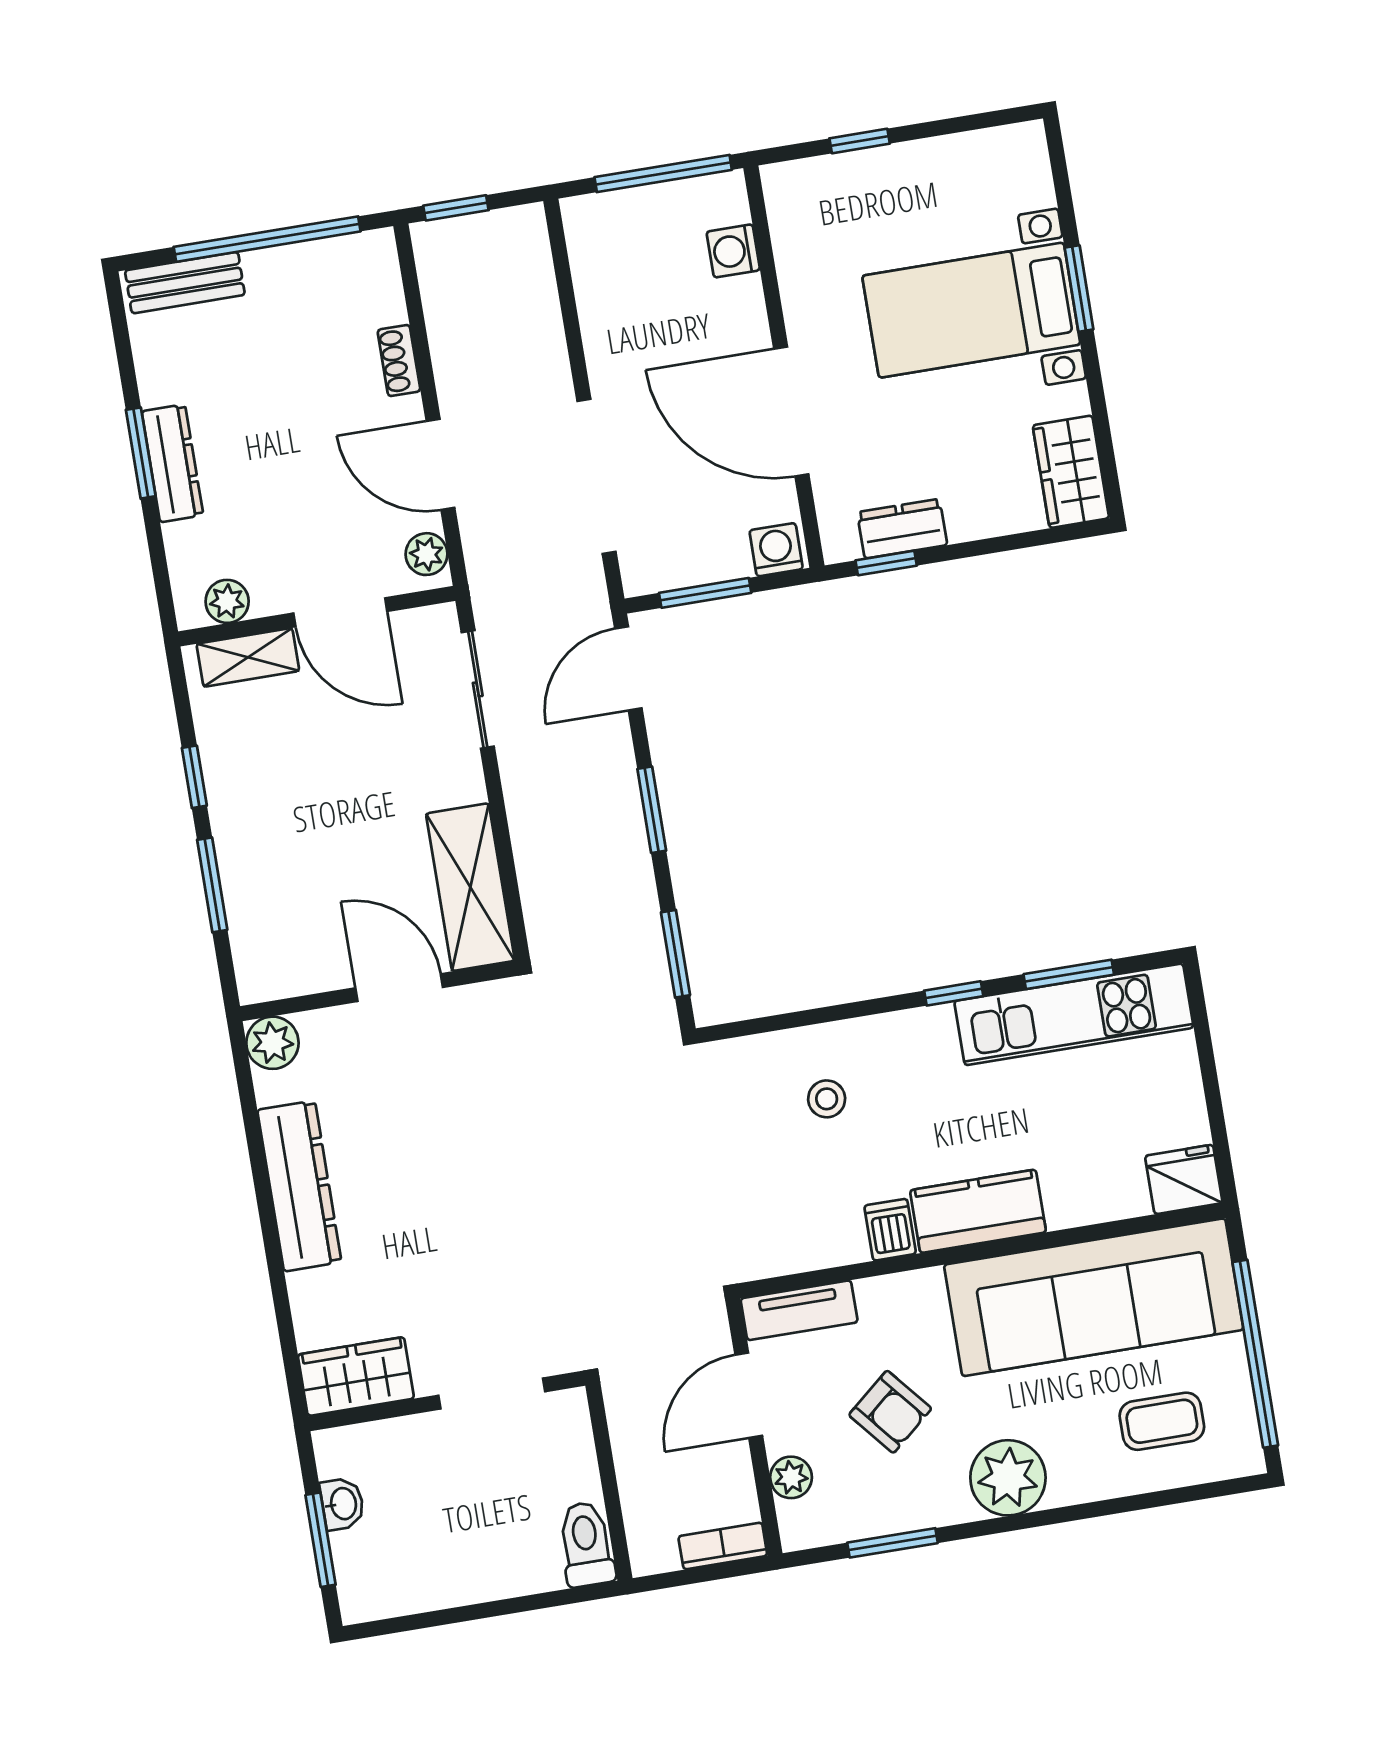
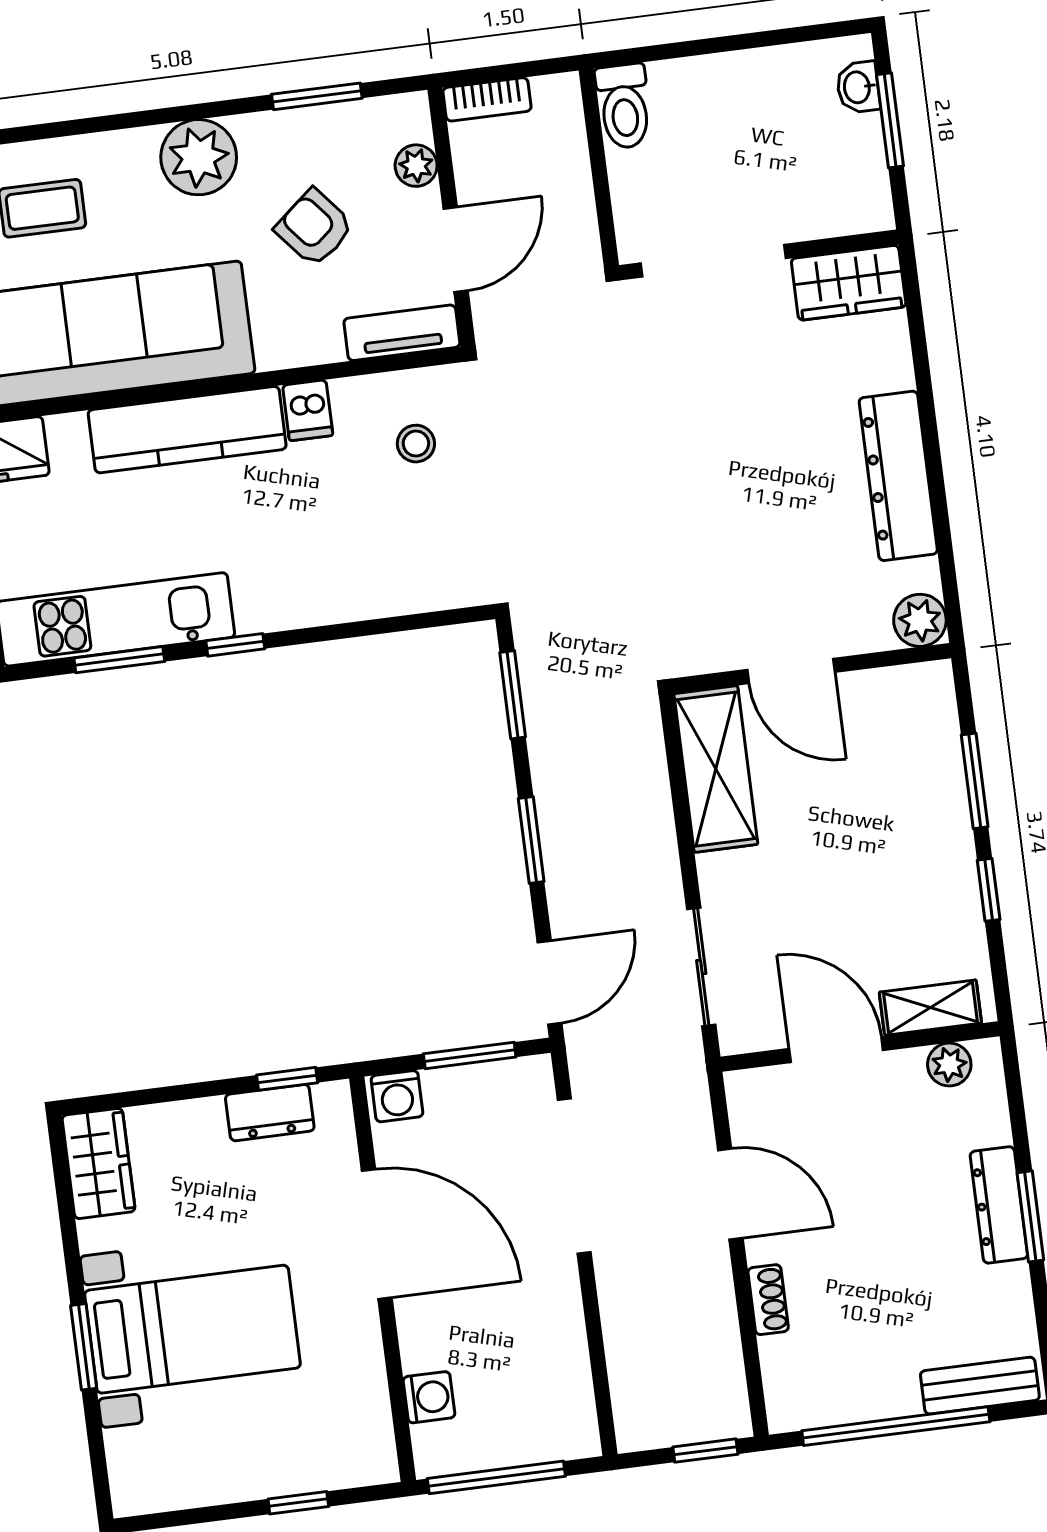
plant: (426, 554) -> (748, 1105), removed
stool: (827, 1099) -> (416, 444), moved
kitchen counter: (978, 1211) -> (187, 430), width x1.50
doorway: (492, 1393) -> (713, 261), width x1.36
washbasin: (342, 1504) -> (858, 87), moved

